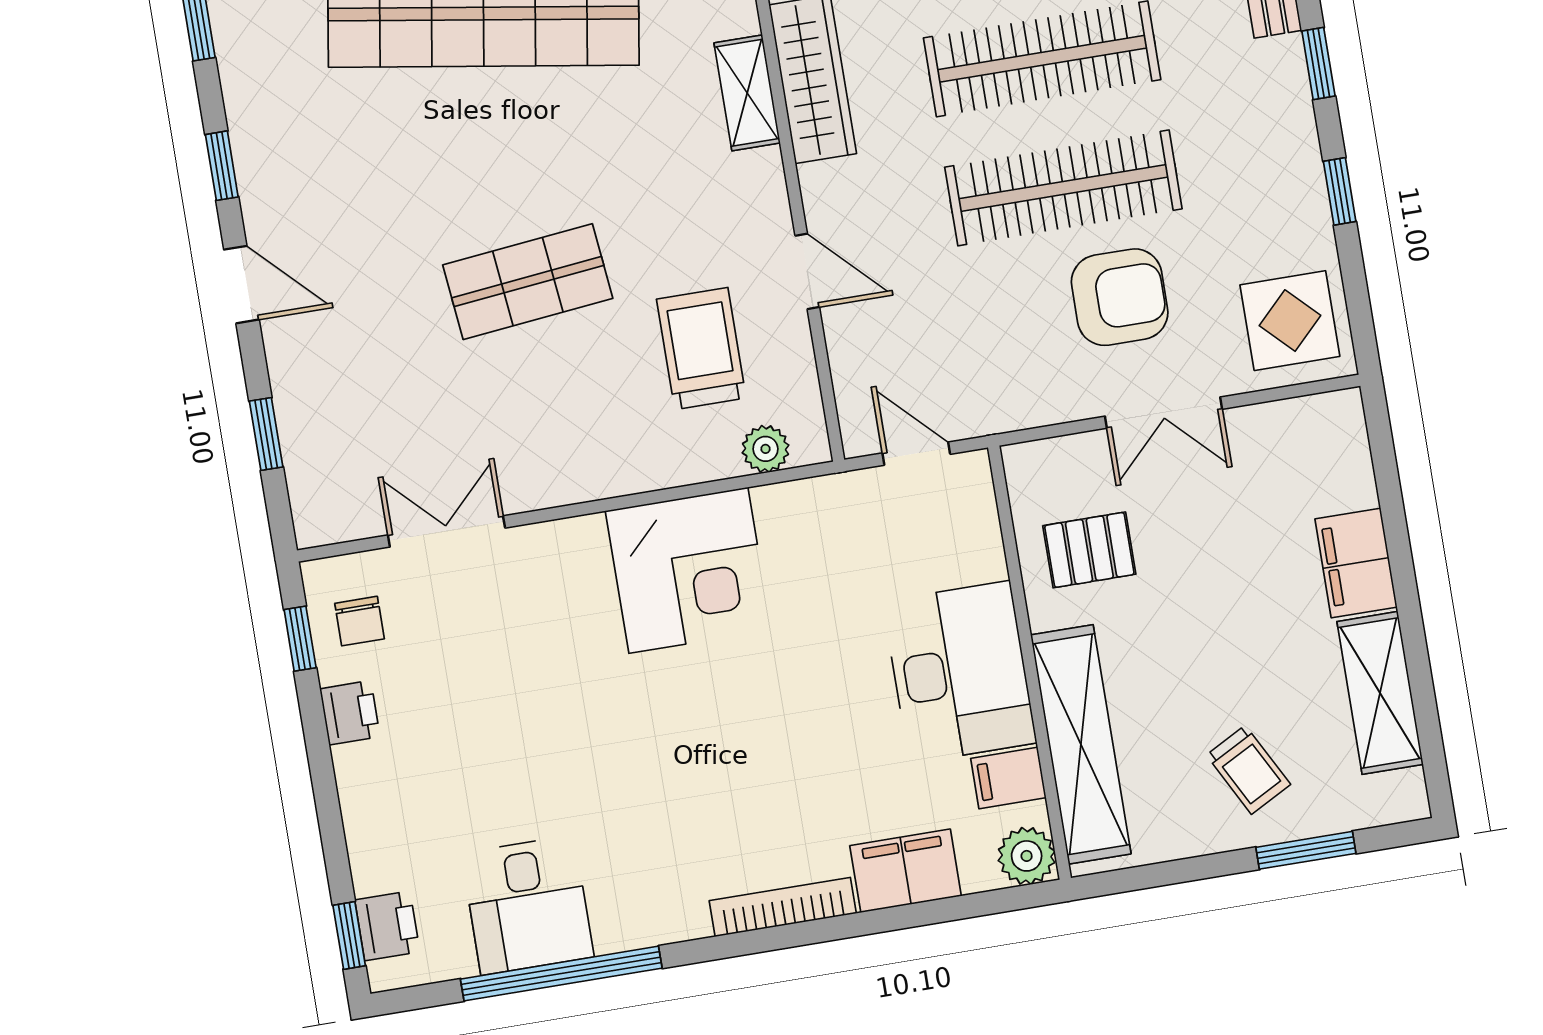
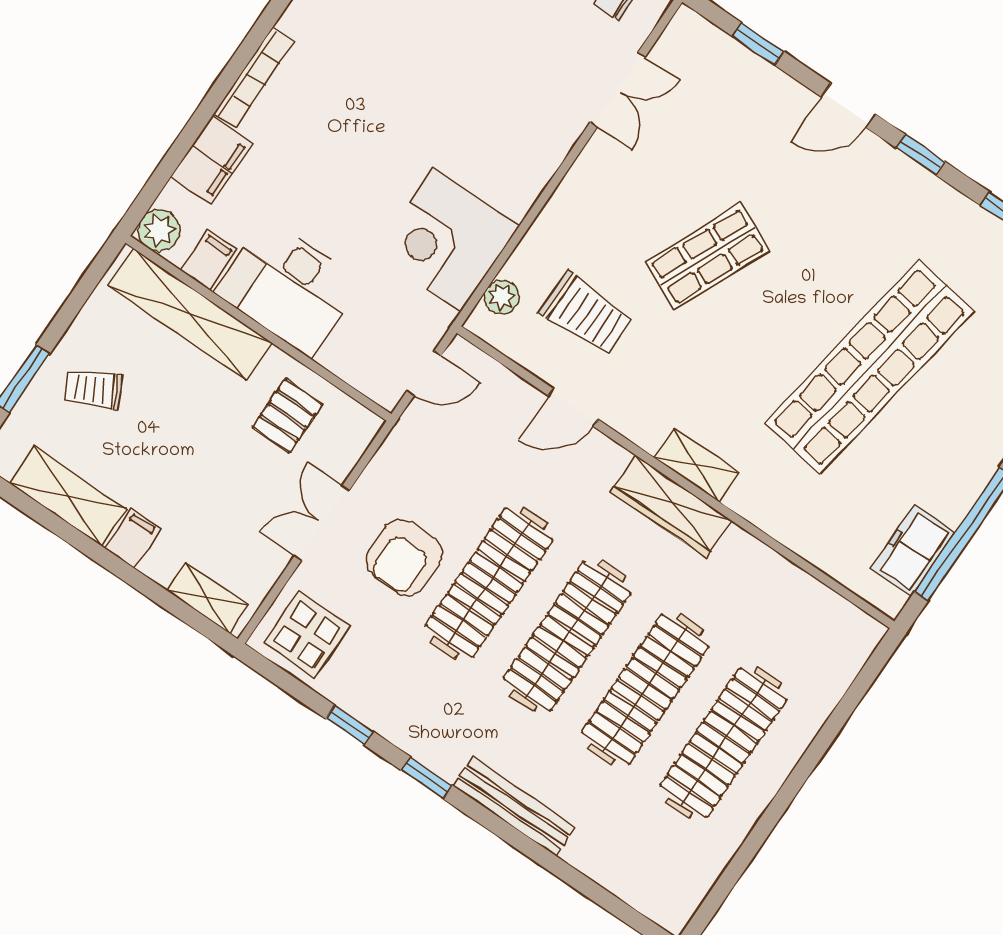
shop shelf: (528, 282) -> (707, 257), turned 30
shelving: (1348, 456) -> (207, 598), added
filing cabinet: (1356, 563) -> (133, 538), width x0.50
corner desk: (688, 570) -> (447, 240), moved

